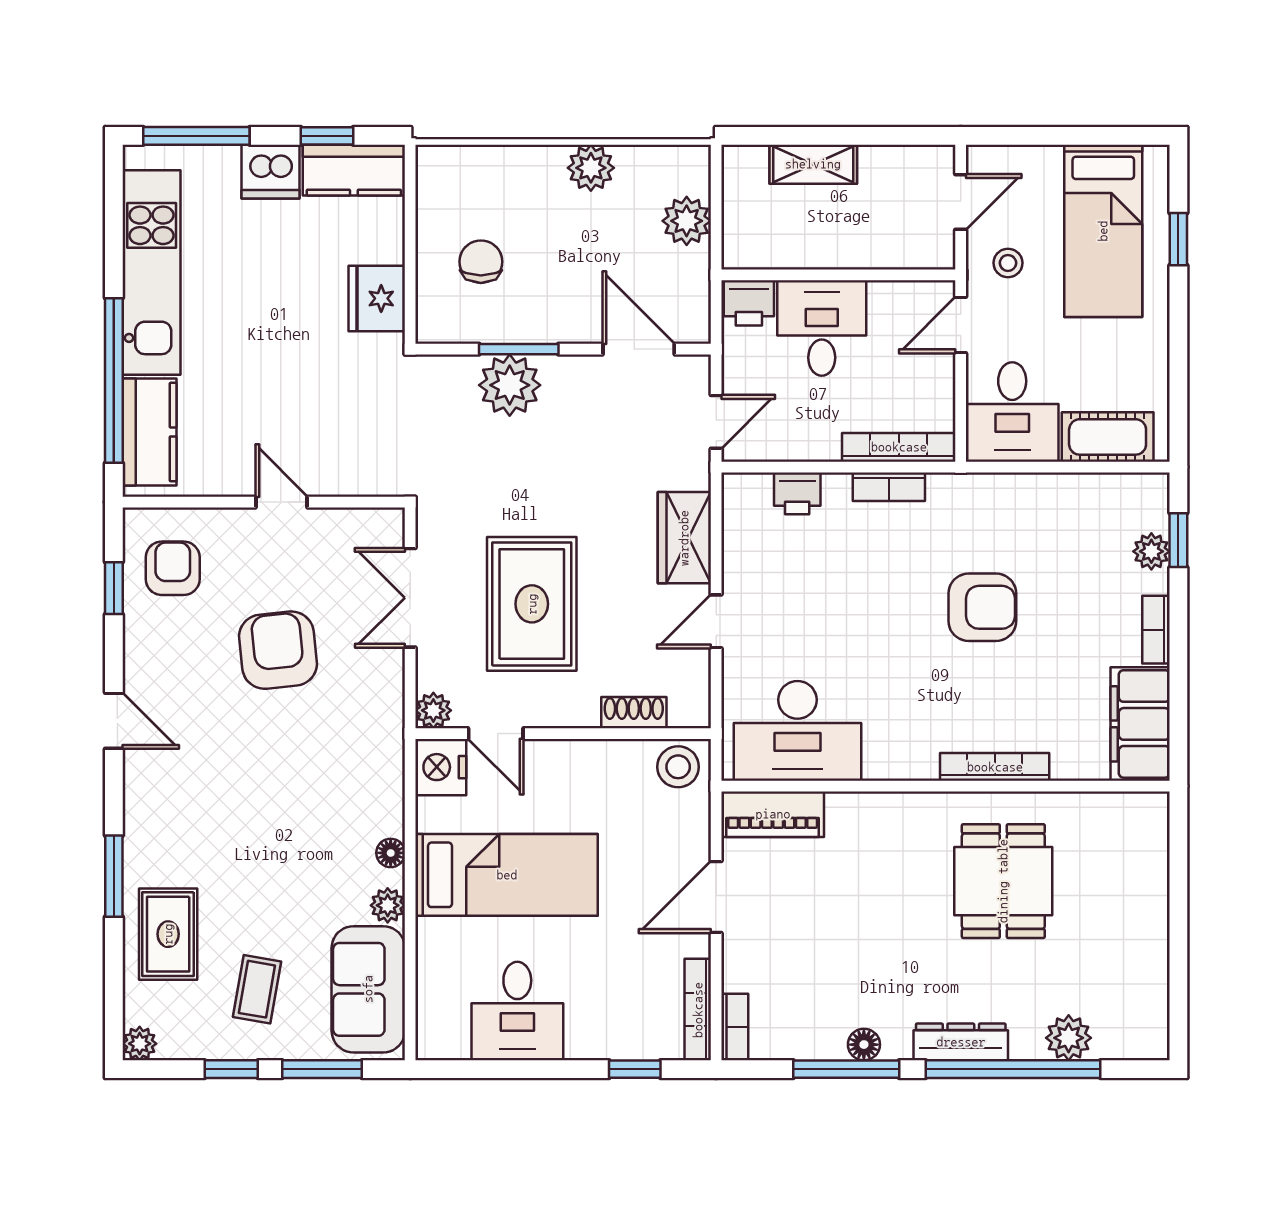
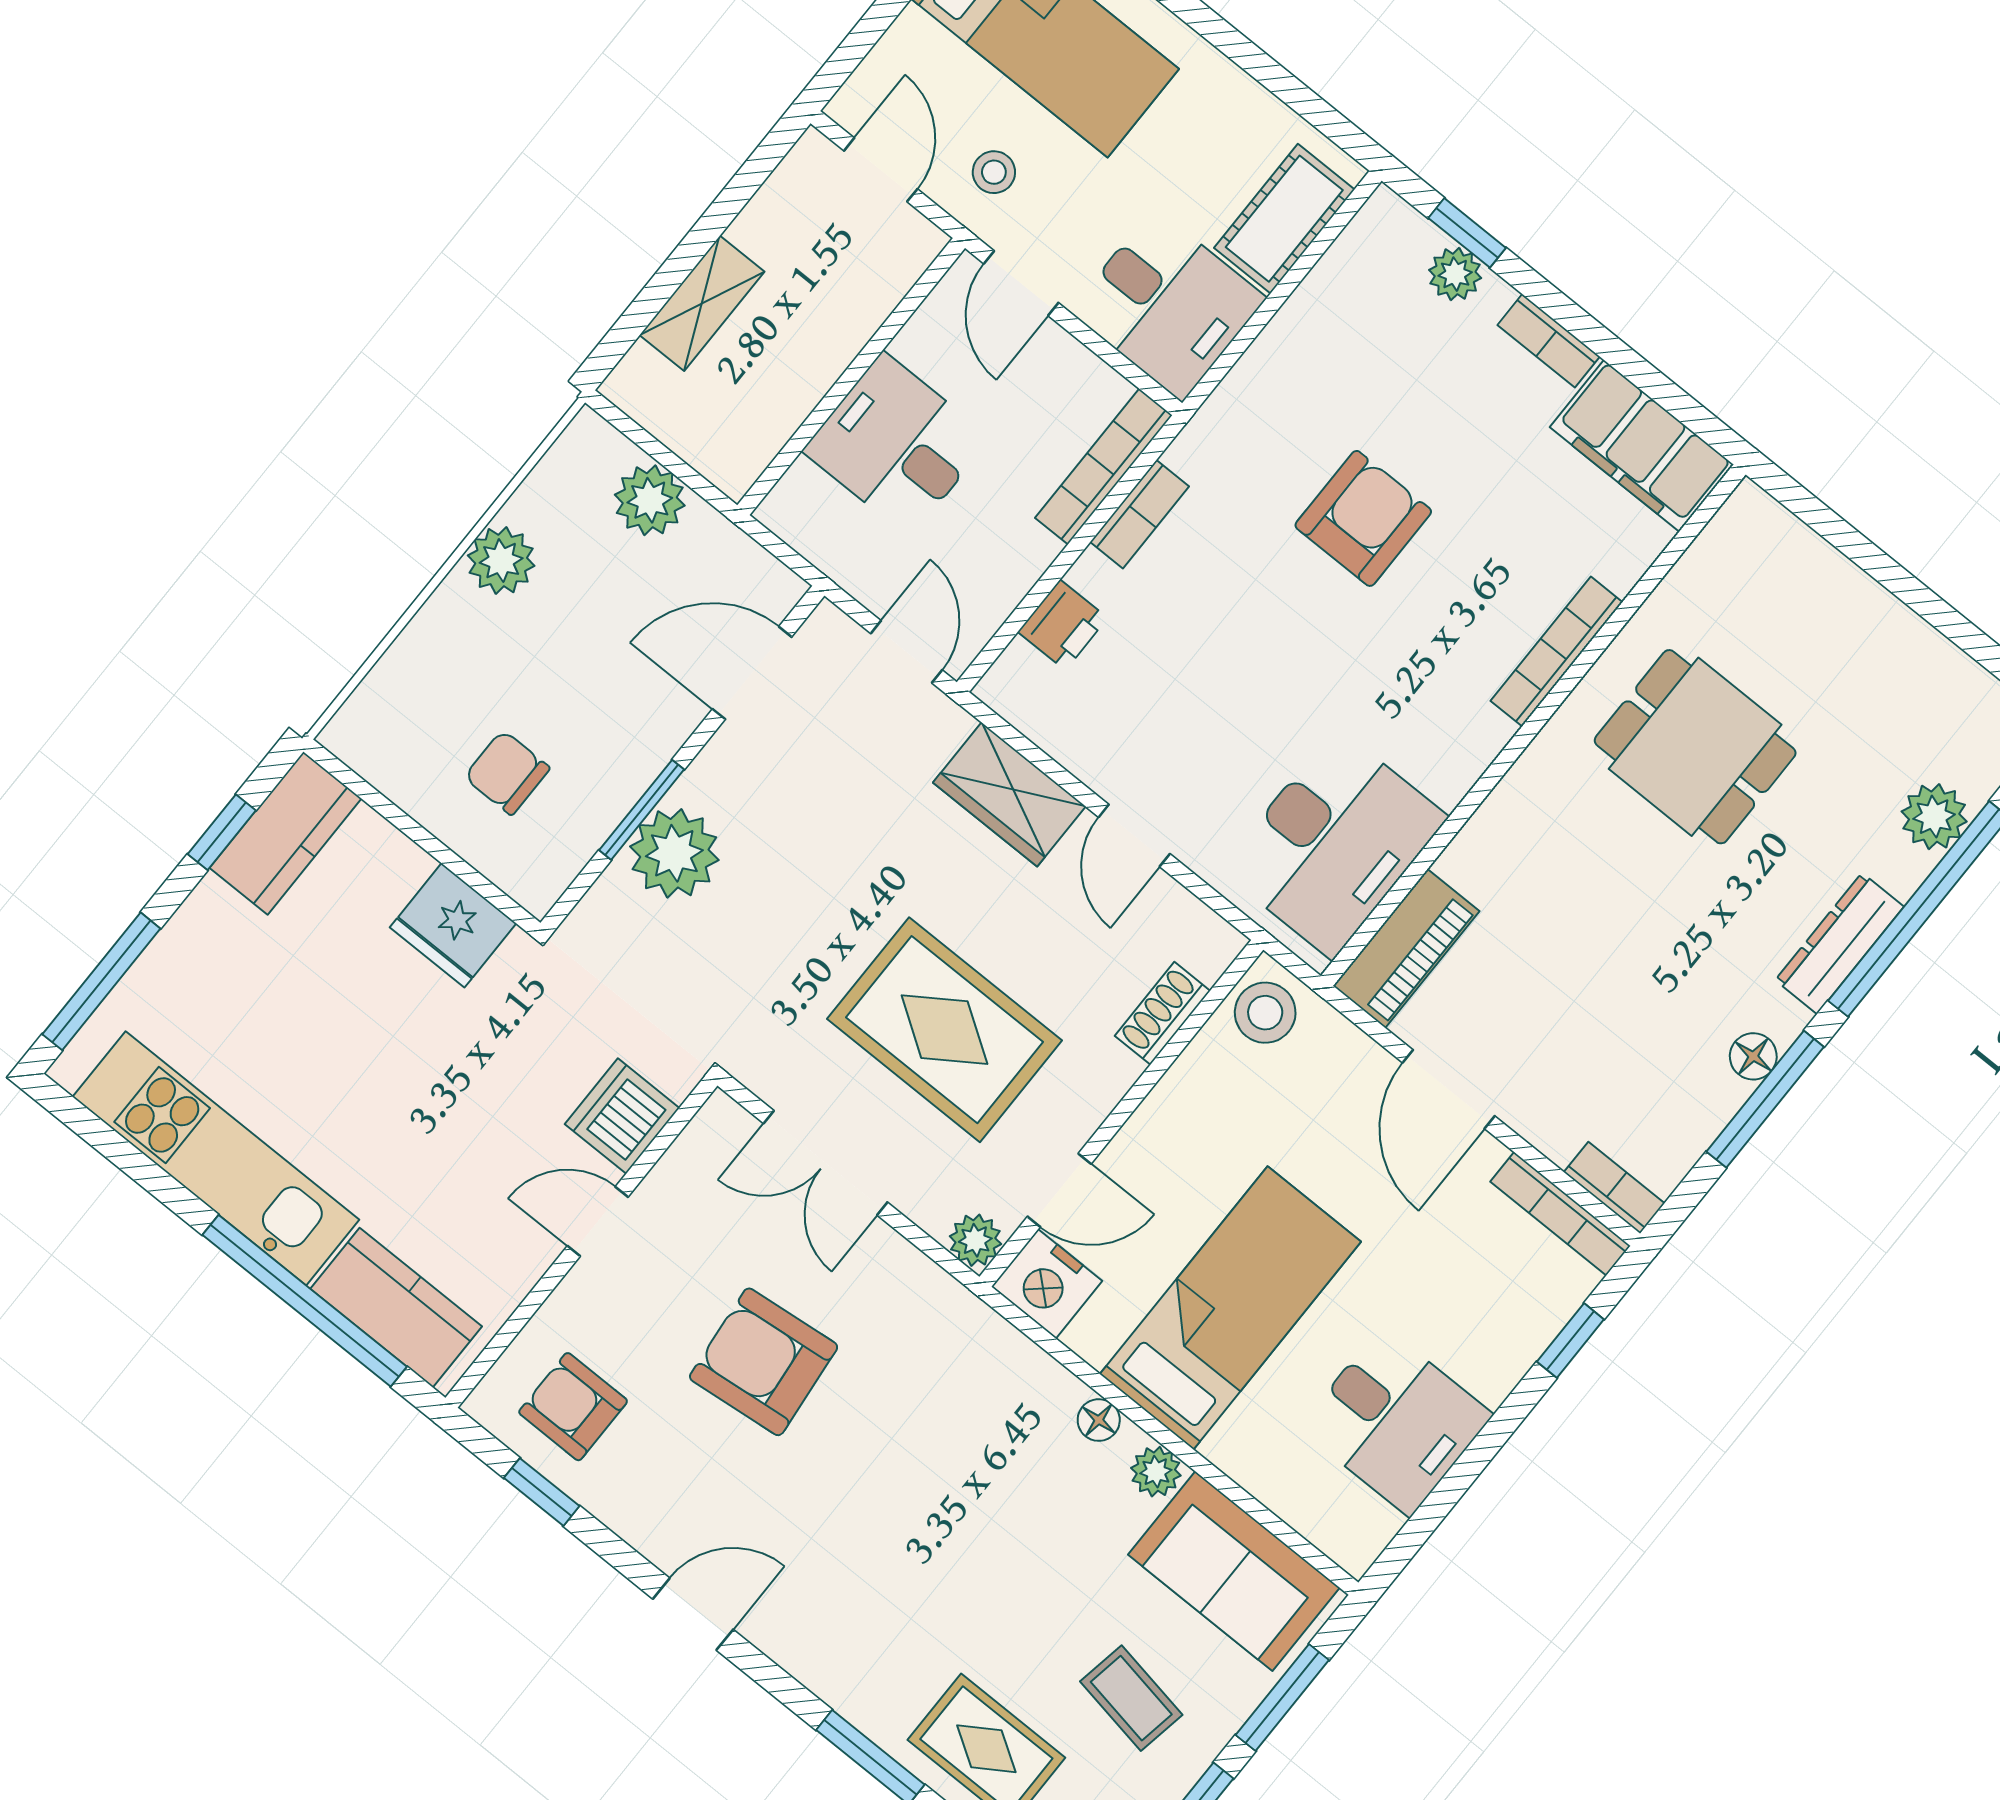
dishwasher: (270, 172) -> (622, 1116), moved, turned 180
printer: (749, 303) -> (801, 505), removed

